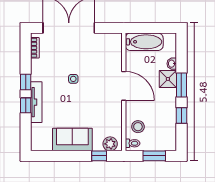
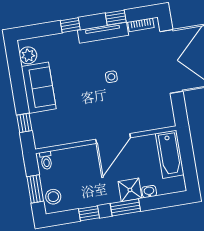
window: (26, 82) -> (116, 18), moved
tv unit: (36, 102) -> (103, 33), moved
stool: (138, 127) -> (53, 197), moved
plant: (110, 144) -> (28, 55), moved

